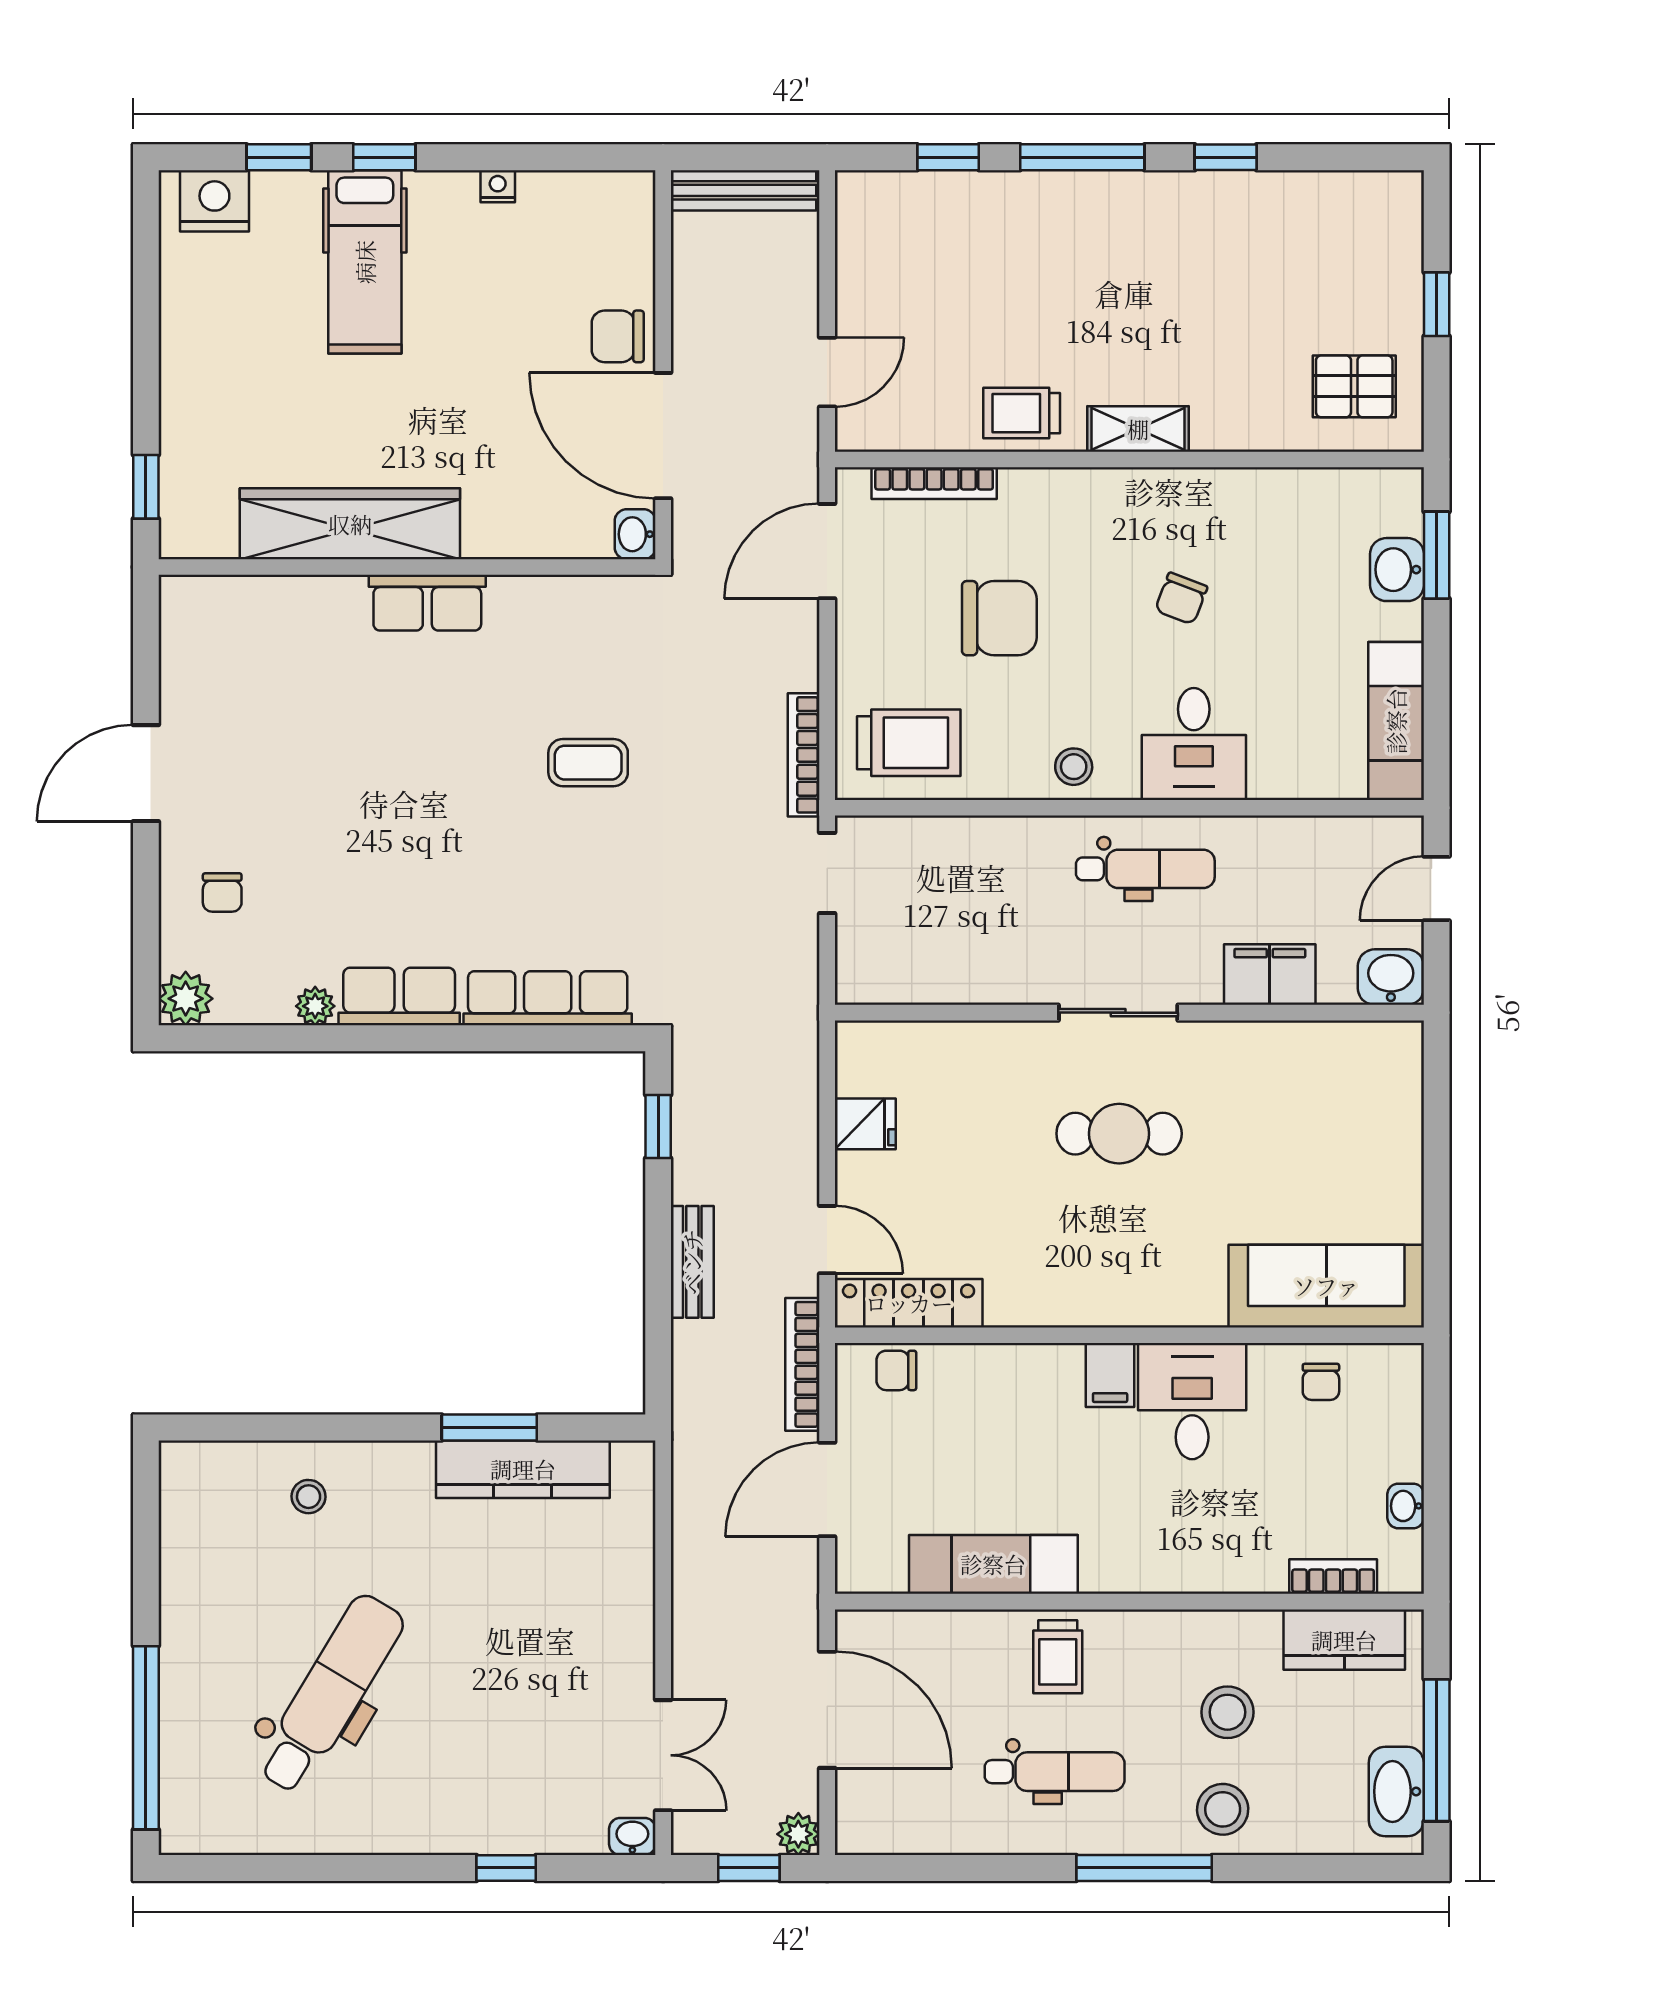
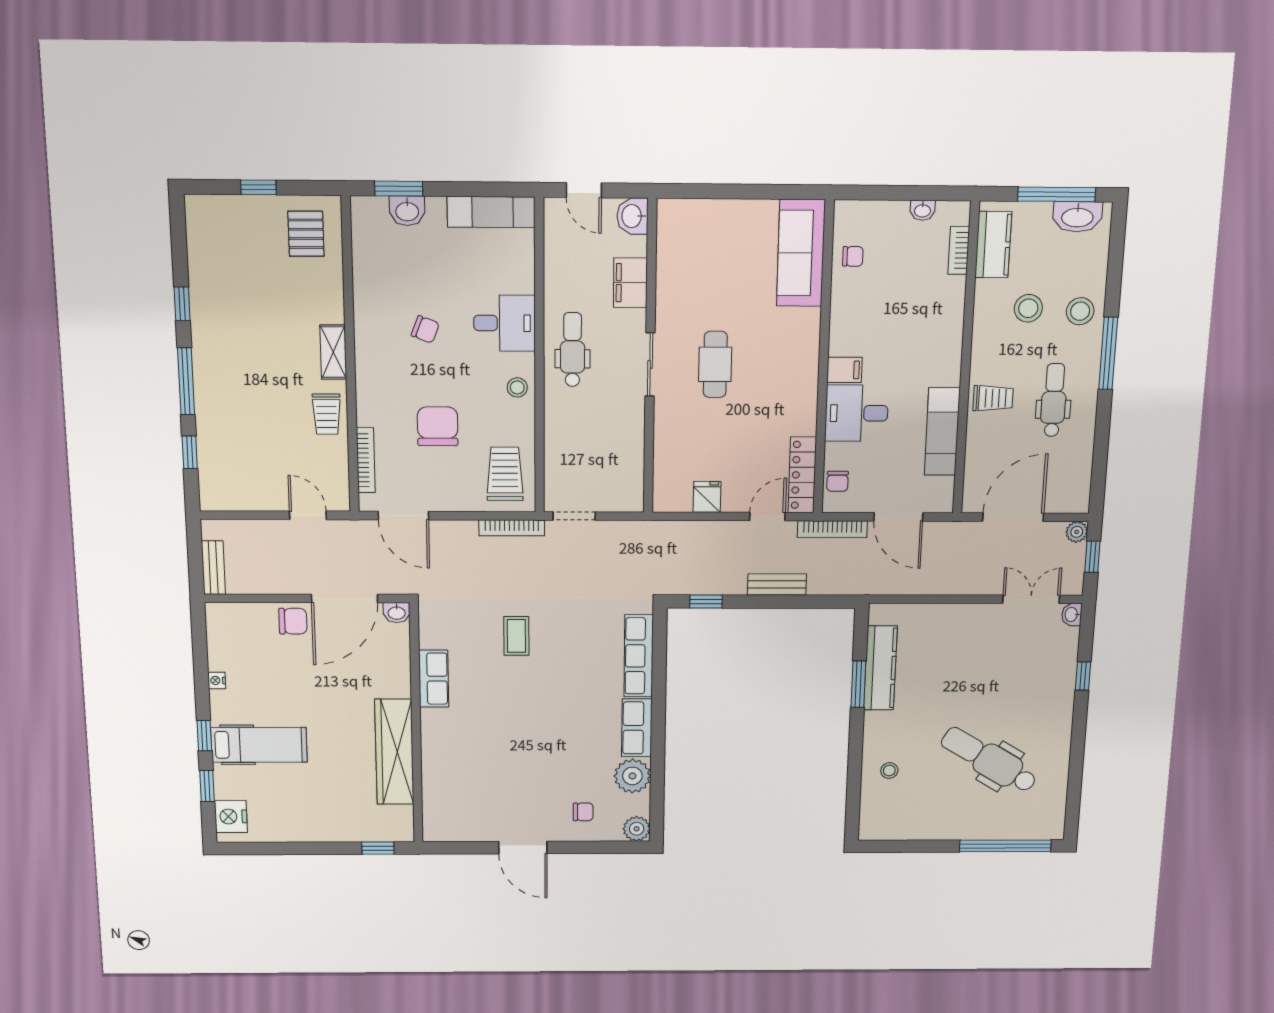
bench: (743, 190) -> (213, 568), width x0.73
chair: (618, 336) -> (293, 621), turned -90
row of seats: (427, 603) -> (434, 679), moved
plant: (315, 1006) -> (632, 776), width x1.88, depth x1.88
desk: (1192, 1401) -> (857, 413), moved

